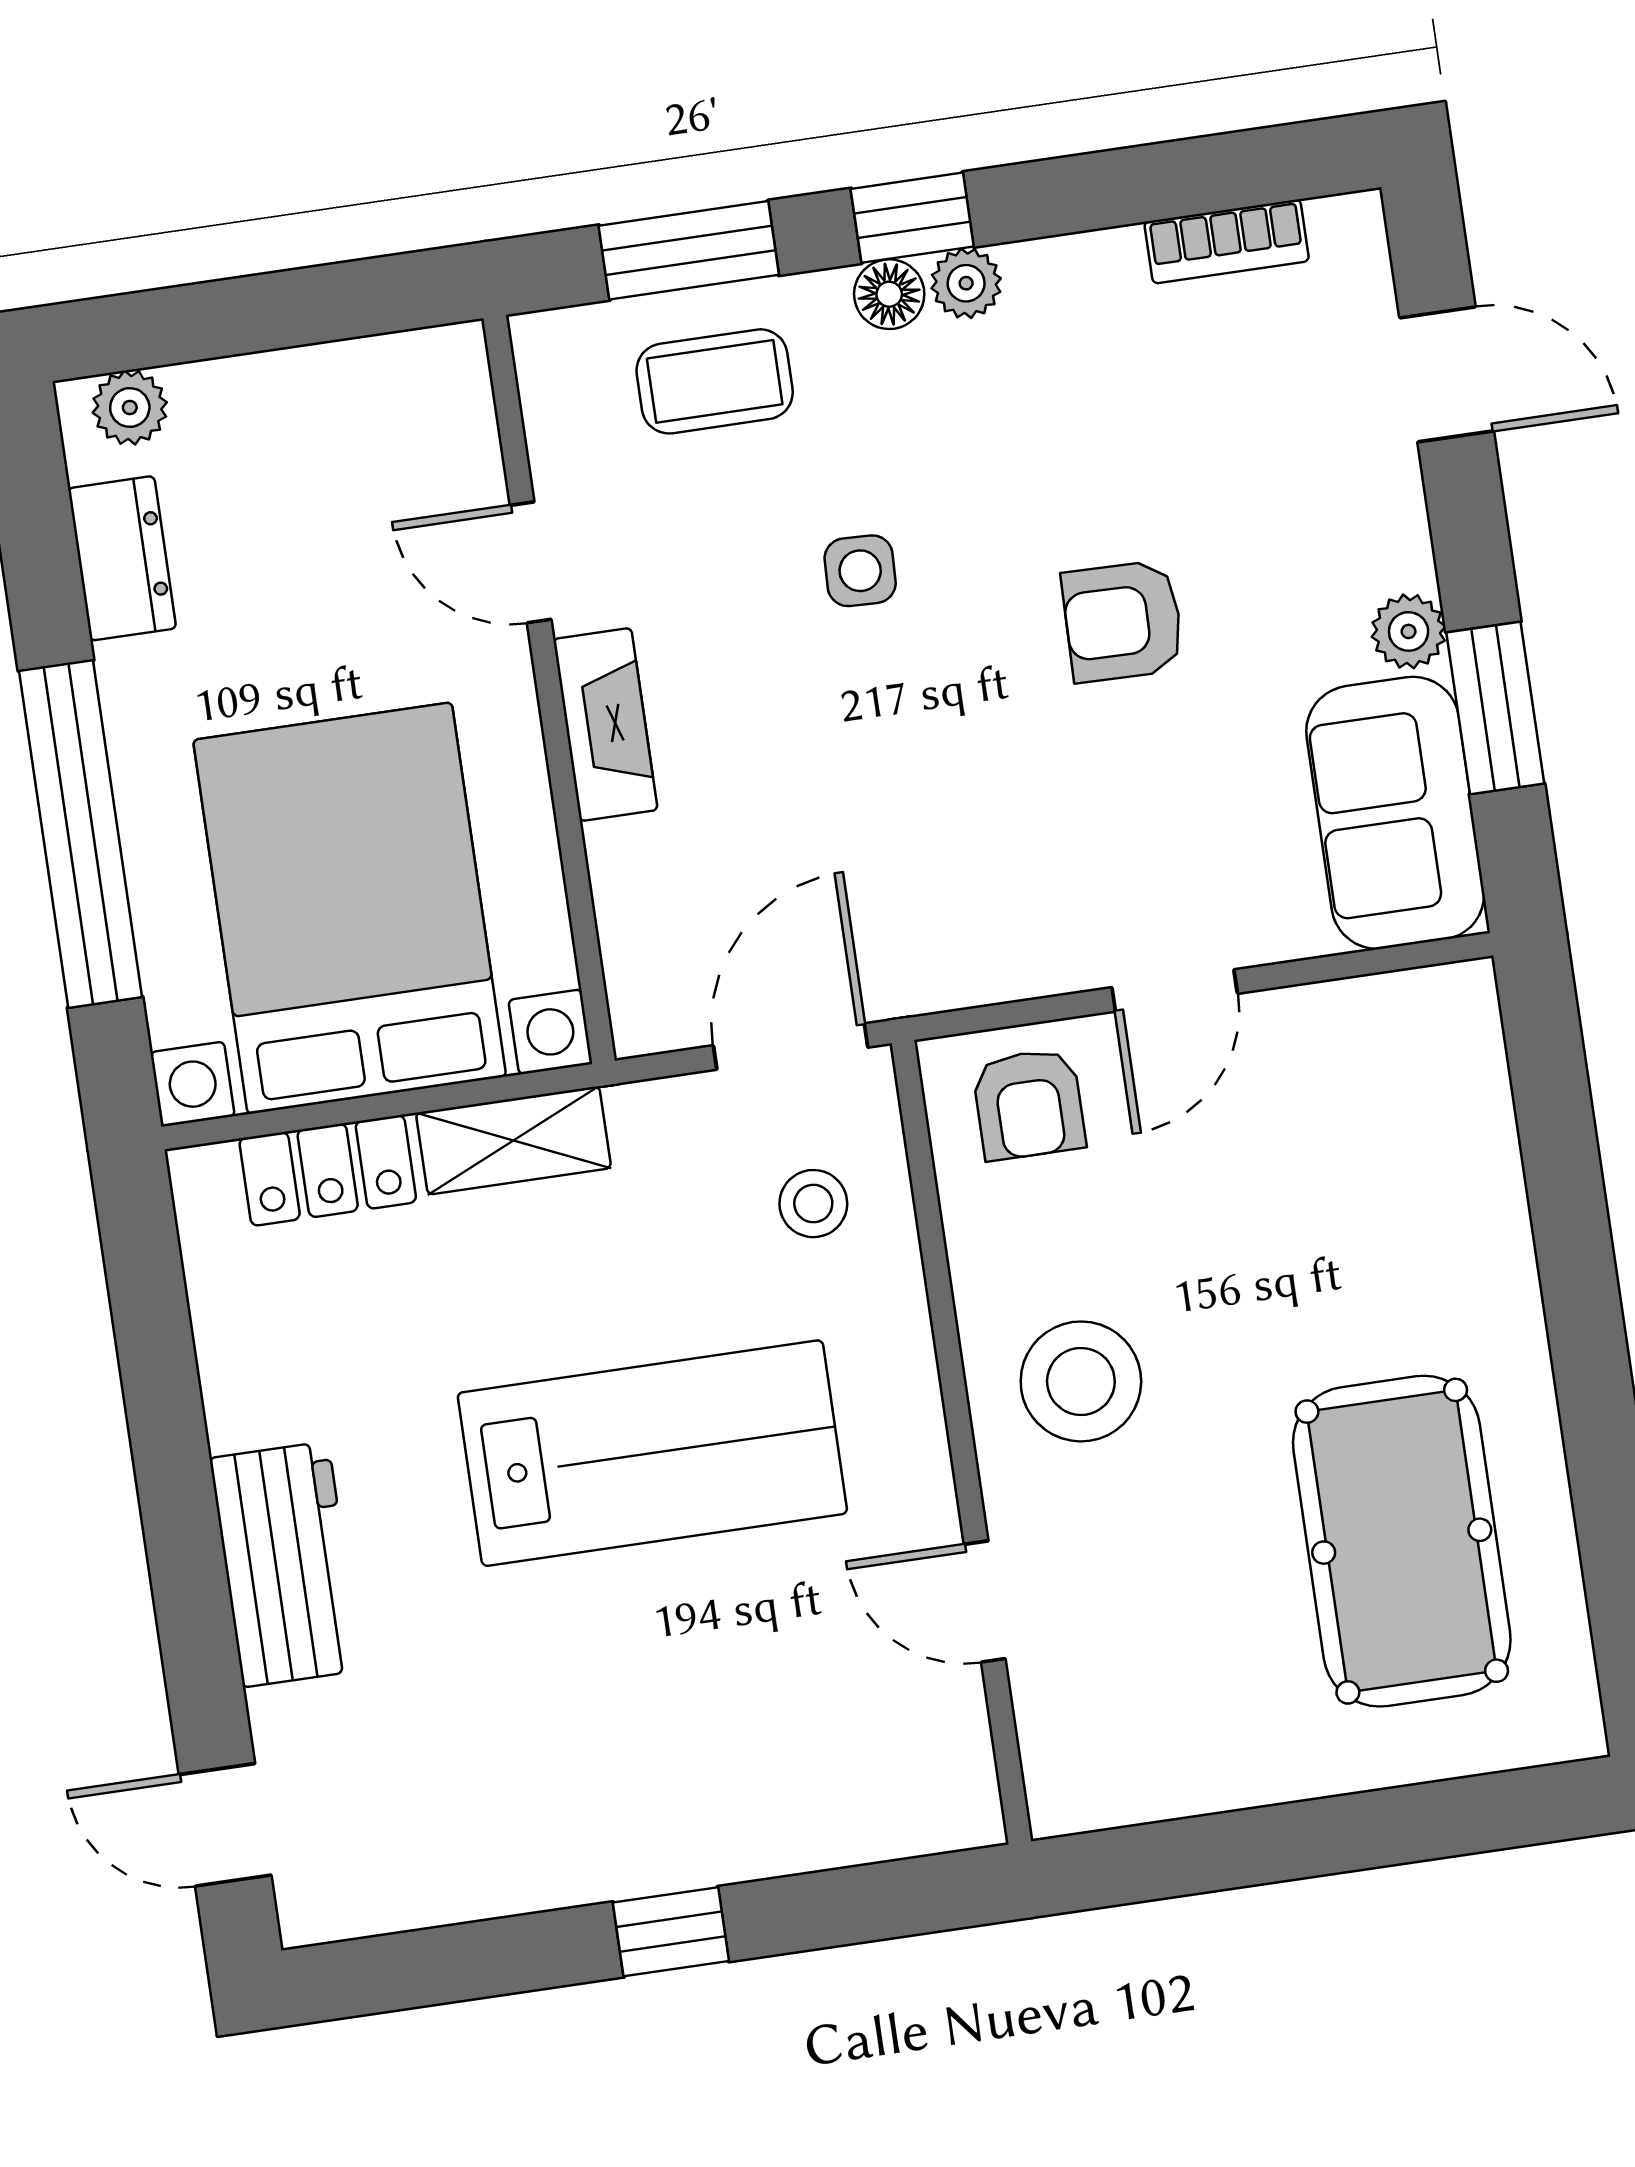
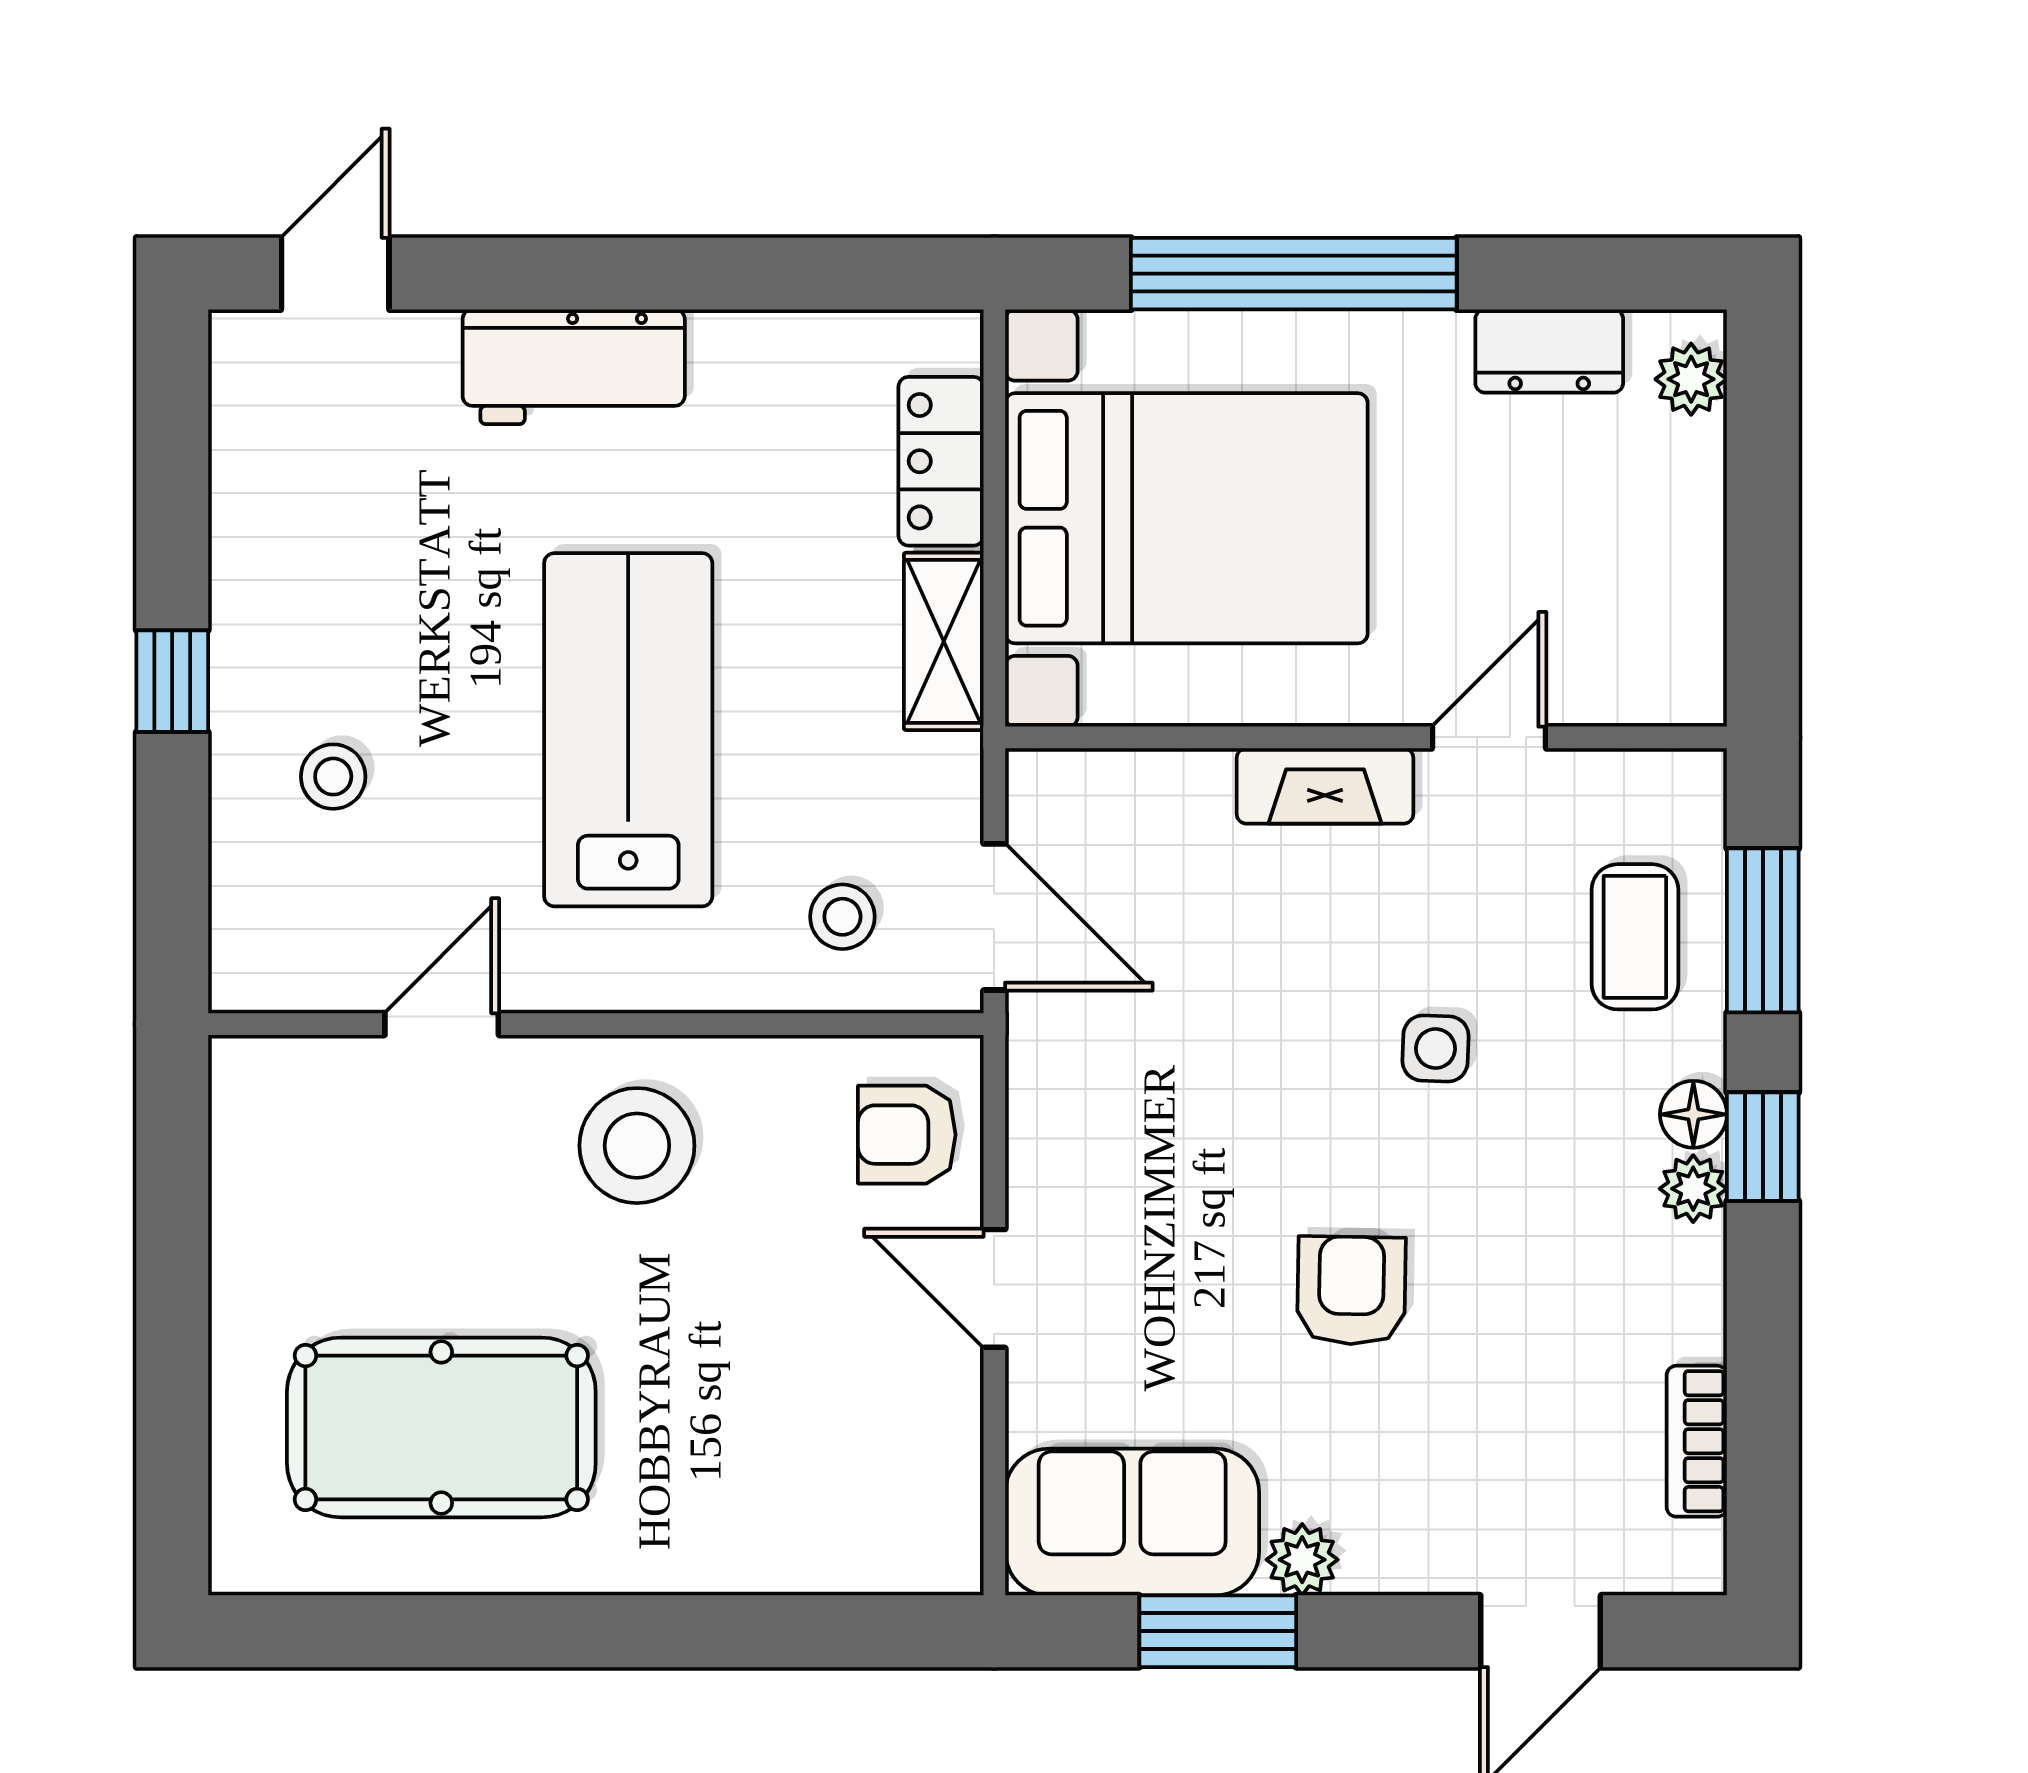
lab bench: (652, 1453) -> (628, 730), turned 180
stool: (745, 1751) -> (333, 777), added

